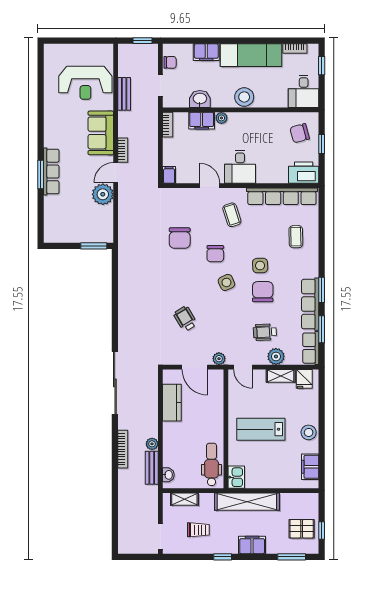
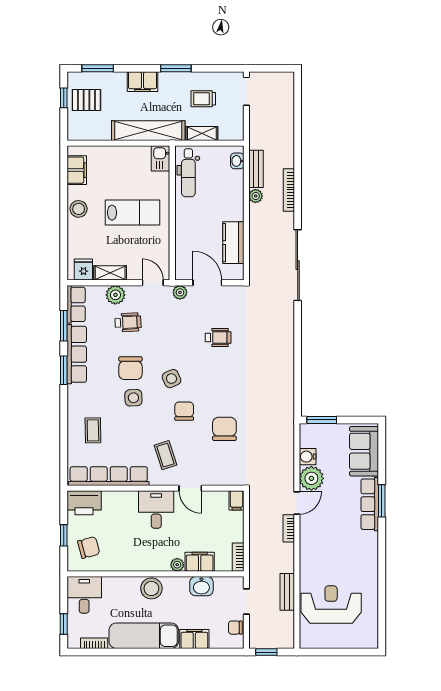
sofa: (101, 133) -> (364, 451), moved, turned 180
water cooler: (106, 214) -> (308, 457), added
wheelchair: (185, 319) -> (218, 338), turned -59
shelving: (184, 499) -> (202, 134), moved
window: (223, 557) -> (176, 68), width x1.50

